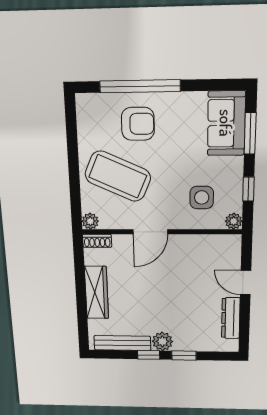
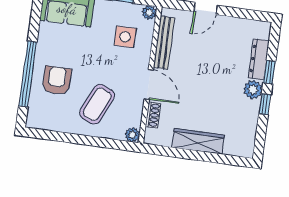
coffee table: (118, 176) -> (97, 104), width x0.73, depth x0.76
shoe rack: (97, 241) -> (153, 115), moved
dresser: (231, 318) -> (259, 59), moved, turned 90
bench: (122, 343) -> (164, 43), moved

